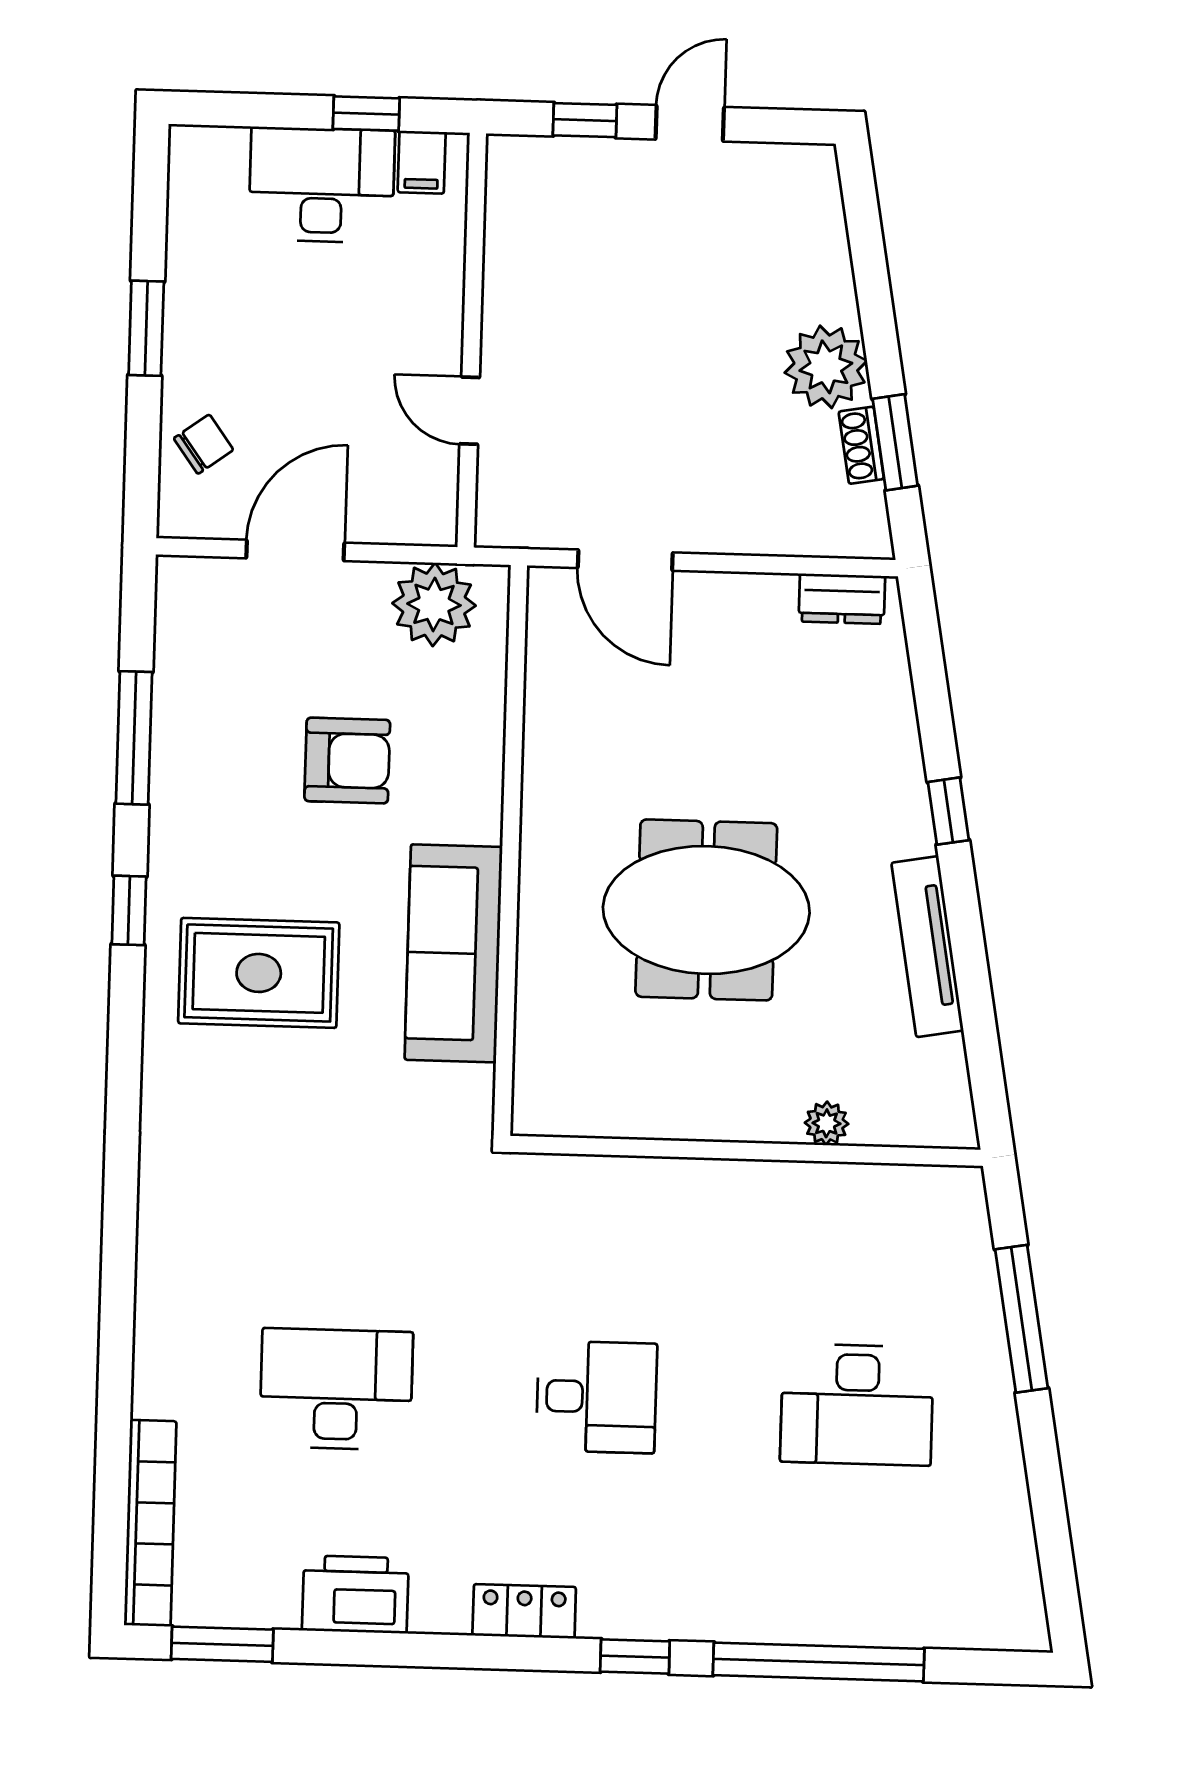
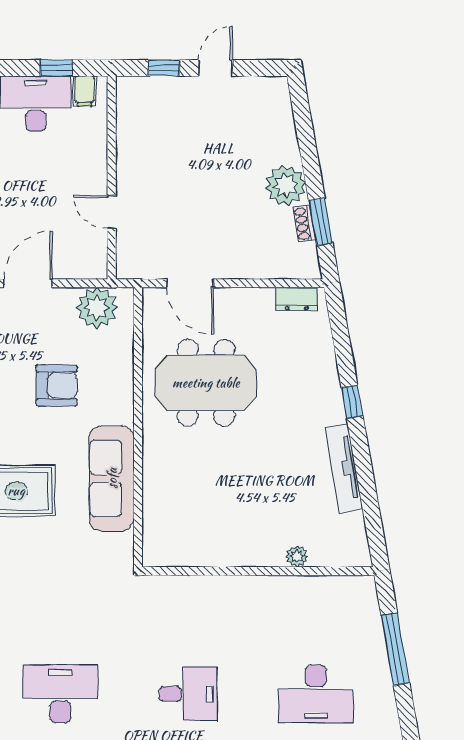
meeting table: (706, 910) -> (206, 383), moved

